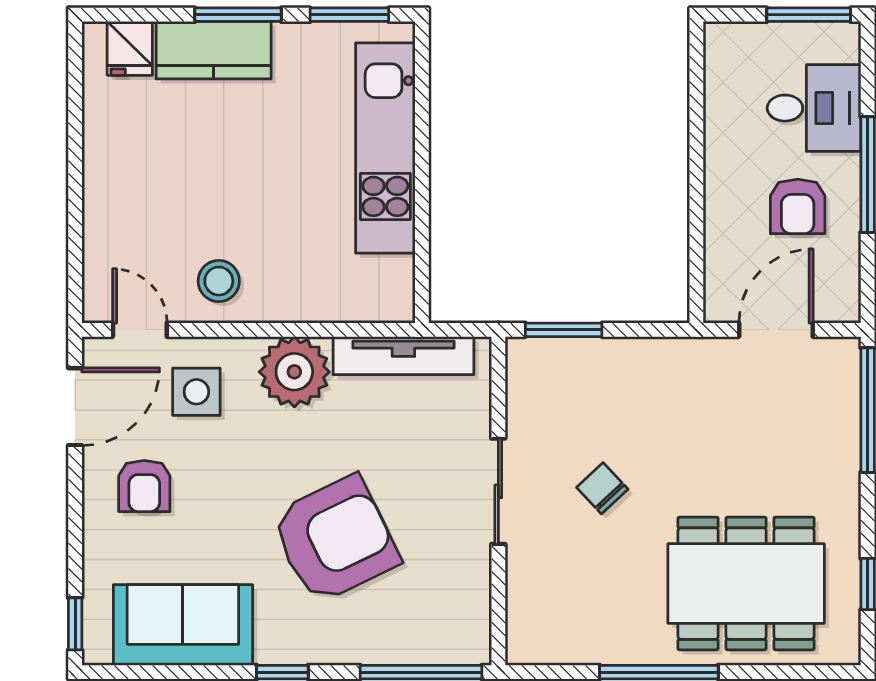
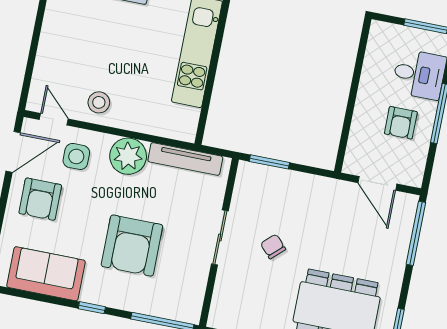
door: (776, 330) -> (377, 183), swing flipped
armchair: (144, 486) -> (40, 199), width x1.38, depth x1.38
armchair: (335, 539) -> (132, 246), turned 116

